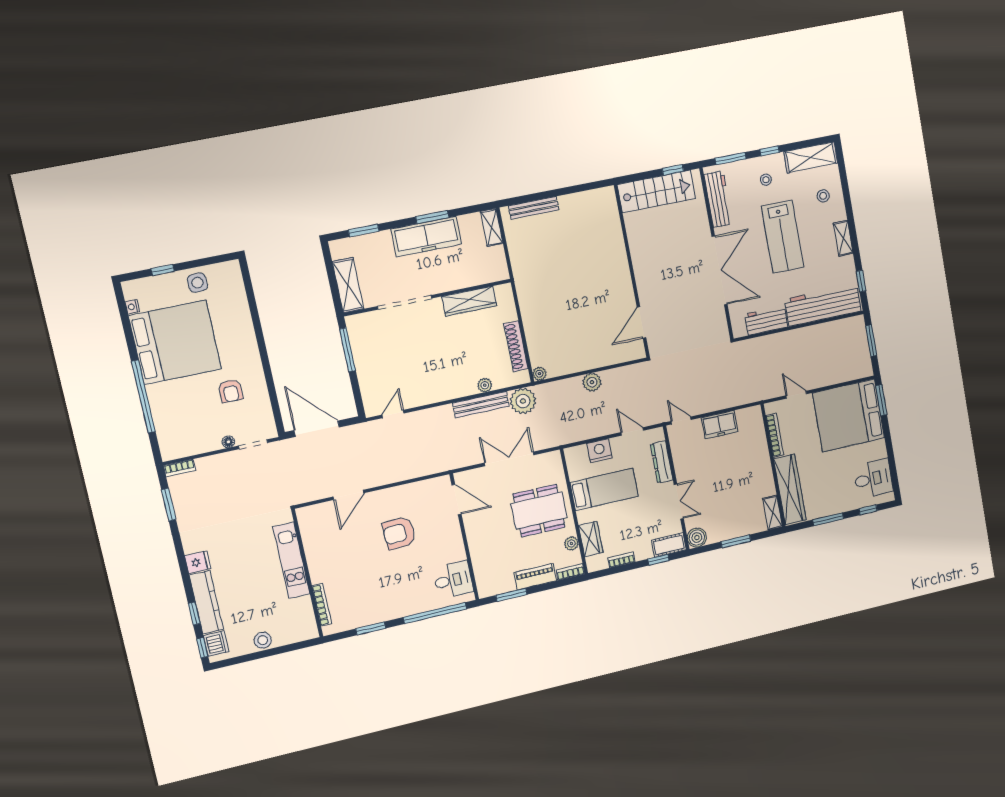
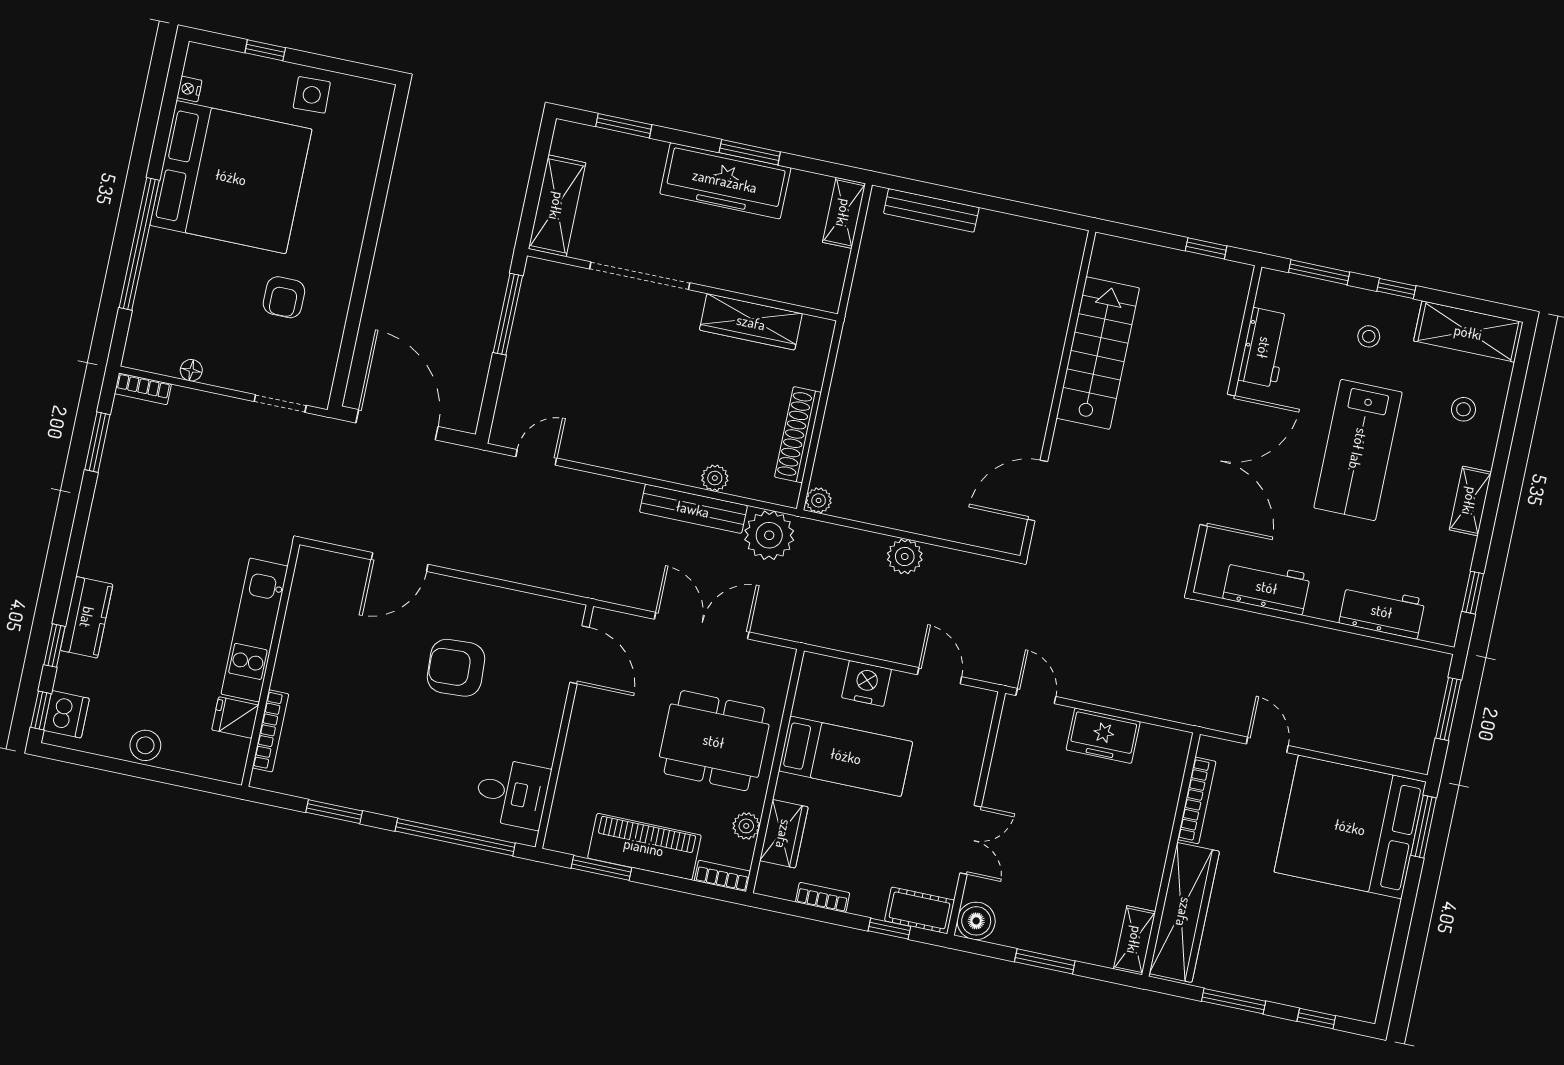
stairs: (656, 191) -> (1098, 353), moved, turned -90
workbench: (718, 199) -> (1264, 348), width x0.73
workbench: (823, 305) -> (1382, 611), width x0.53, depth x0.76
floor lamp: (228, 442) -> (191, 370), moved
dresser: (662, 462) -> (969, 755), removed
desk: (873, 479) -> (1350, 965), removed
fridge: (198, 562) -> (235, 717), moved, turned 180
piano: (535, 577) -> (644, 847), width x1.37, depth x1.33
kitchen counter: (206, 602) -> (87, 617), width x0.67

